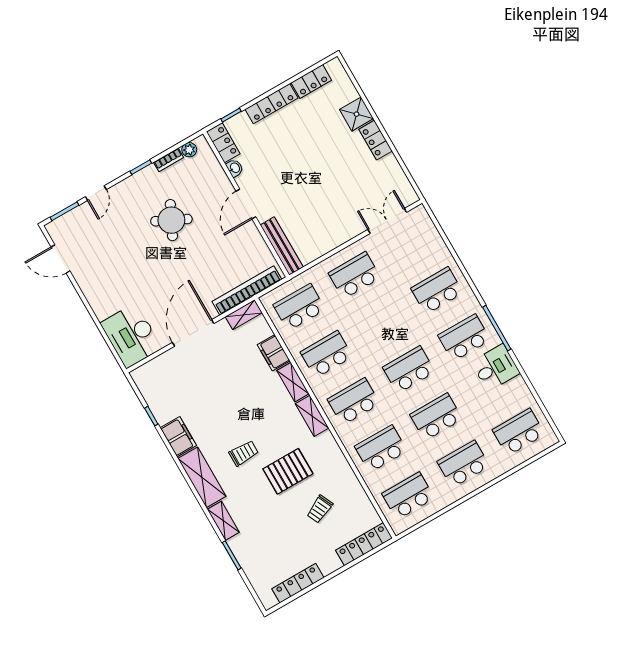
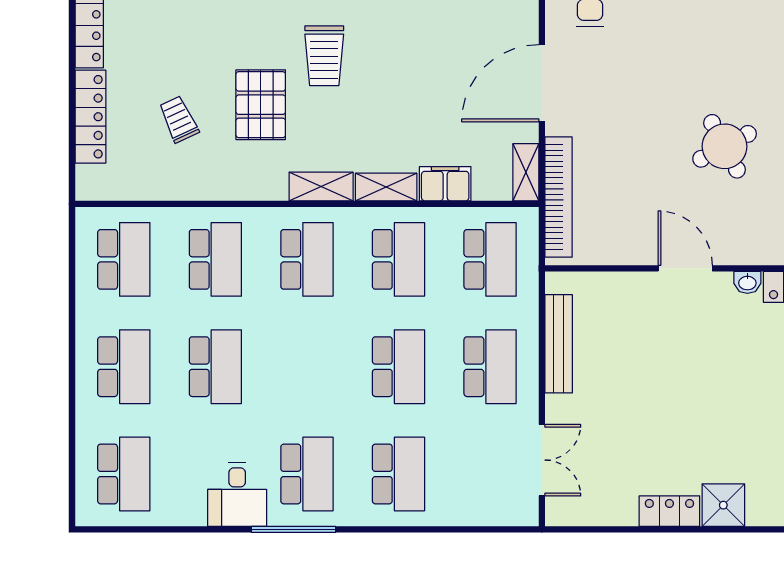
round table: (171, 220) -> (725, 146), turned 36
bench: (282, 246) -> (559, 344), moved, turned 90
door: (193, 333) -> (542, 83), swing flipped
school desk: (409, 370) -> (399, 367), moved
trolley: (244, 453) -> (324, 56), width x1.36, depth x1.39
locker: (364, 544) -> (90, 117), moved

